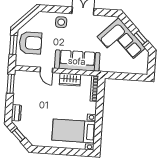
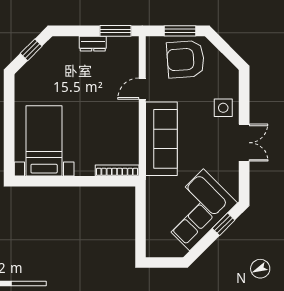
window: (141, 38) -> (224, 224), moved
armchair: (30, 43) -> (185, 59), turned 86
wardrobe: (70, 80) -> (129, 129), removed
dresser: (16, 113) -> (93, 44), moved

